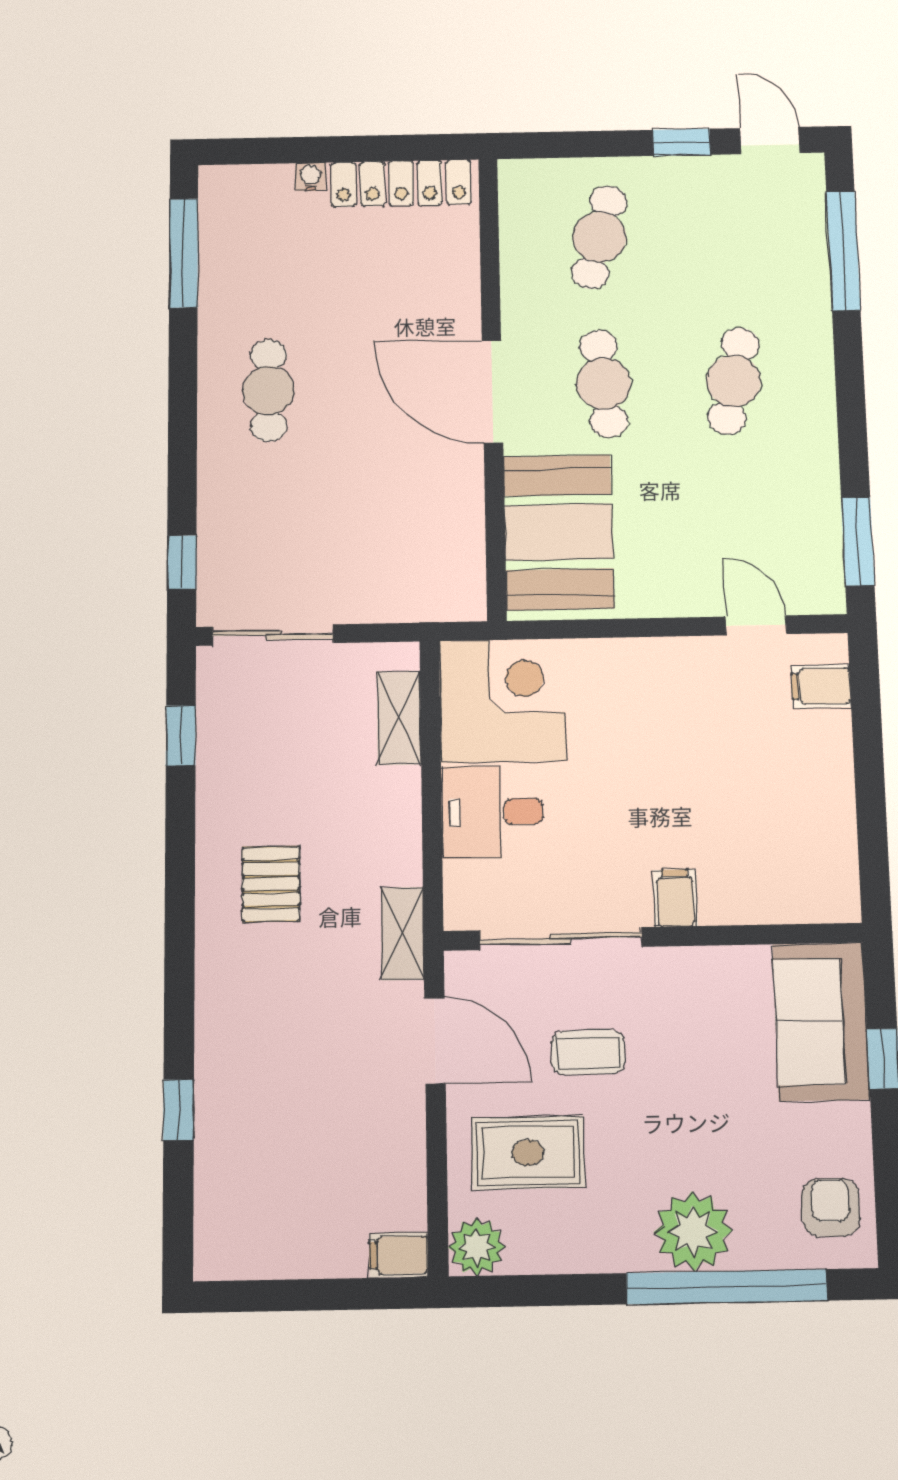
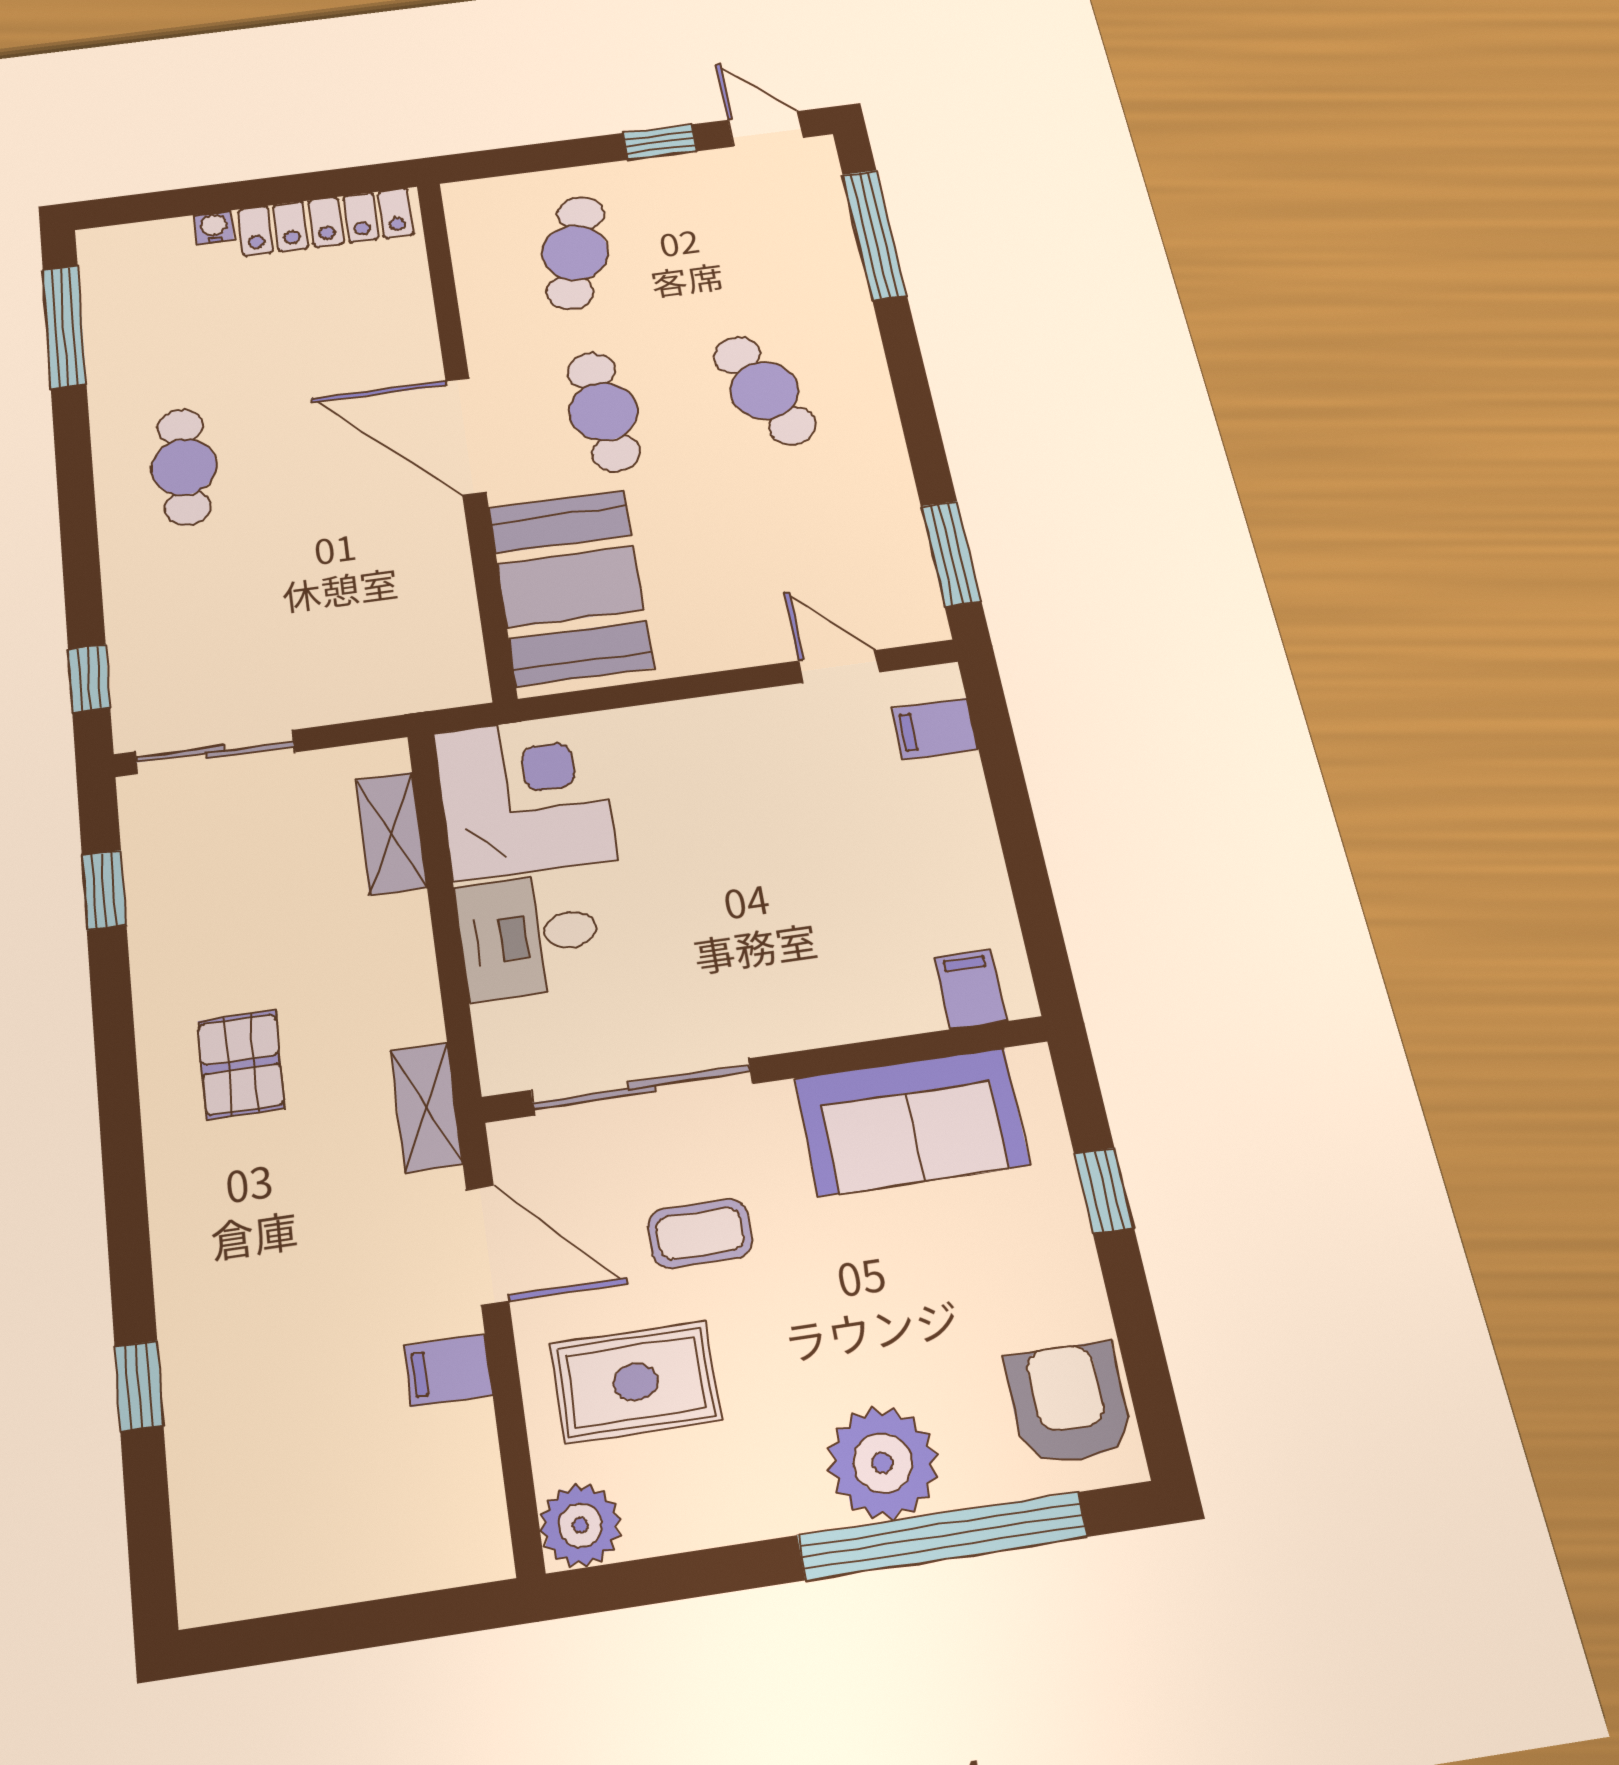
cafe table: (734, 381) -> (764, 390), turned -36
filing cabinet: (675, 898) -> (970, 989), moved
sofa: (821, 1022) -> (912, 1121), moved, turned -90
armchair: (831, 1207) -> (1069, 1403), width x1.38, depth x1.38
filing cabinet: (399, 1255) -> (448, 1370), moved

